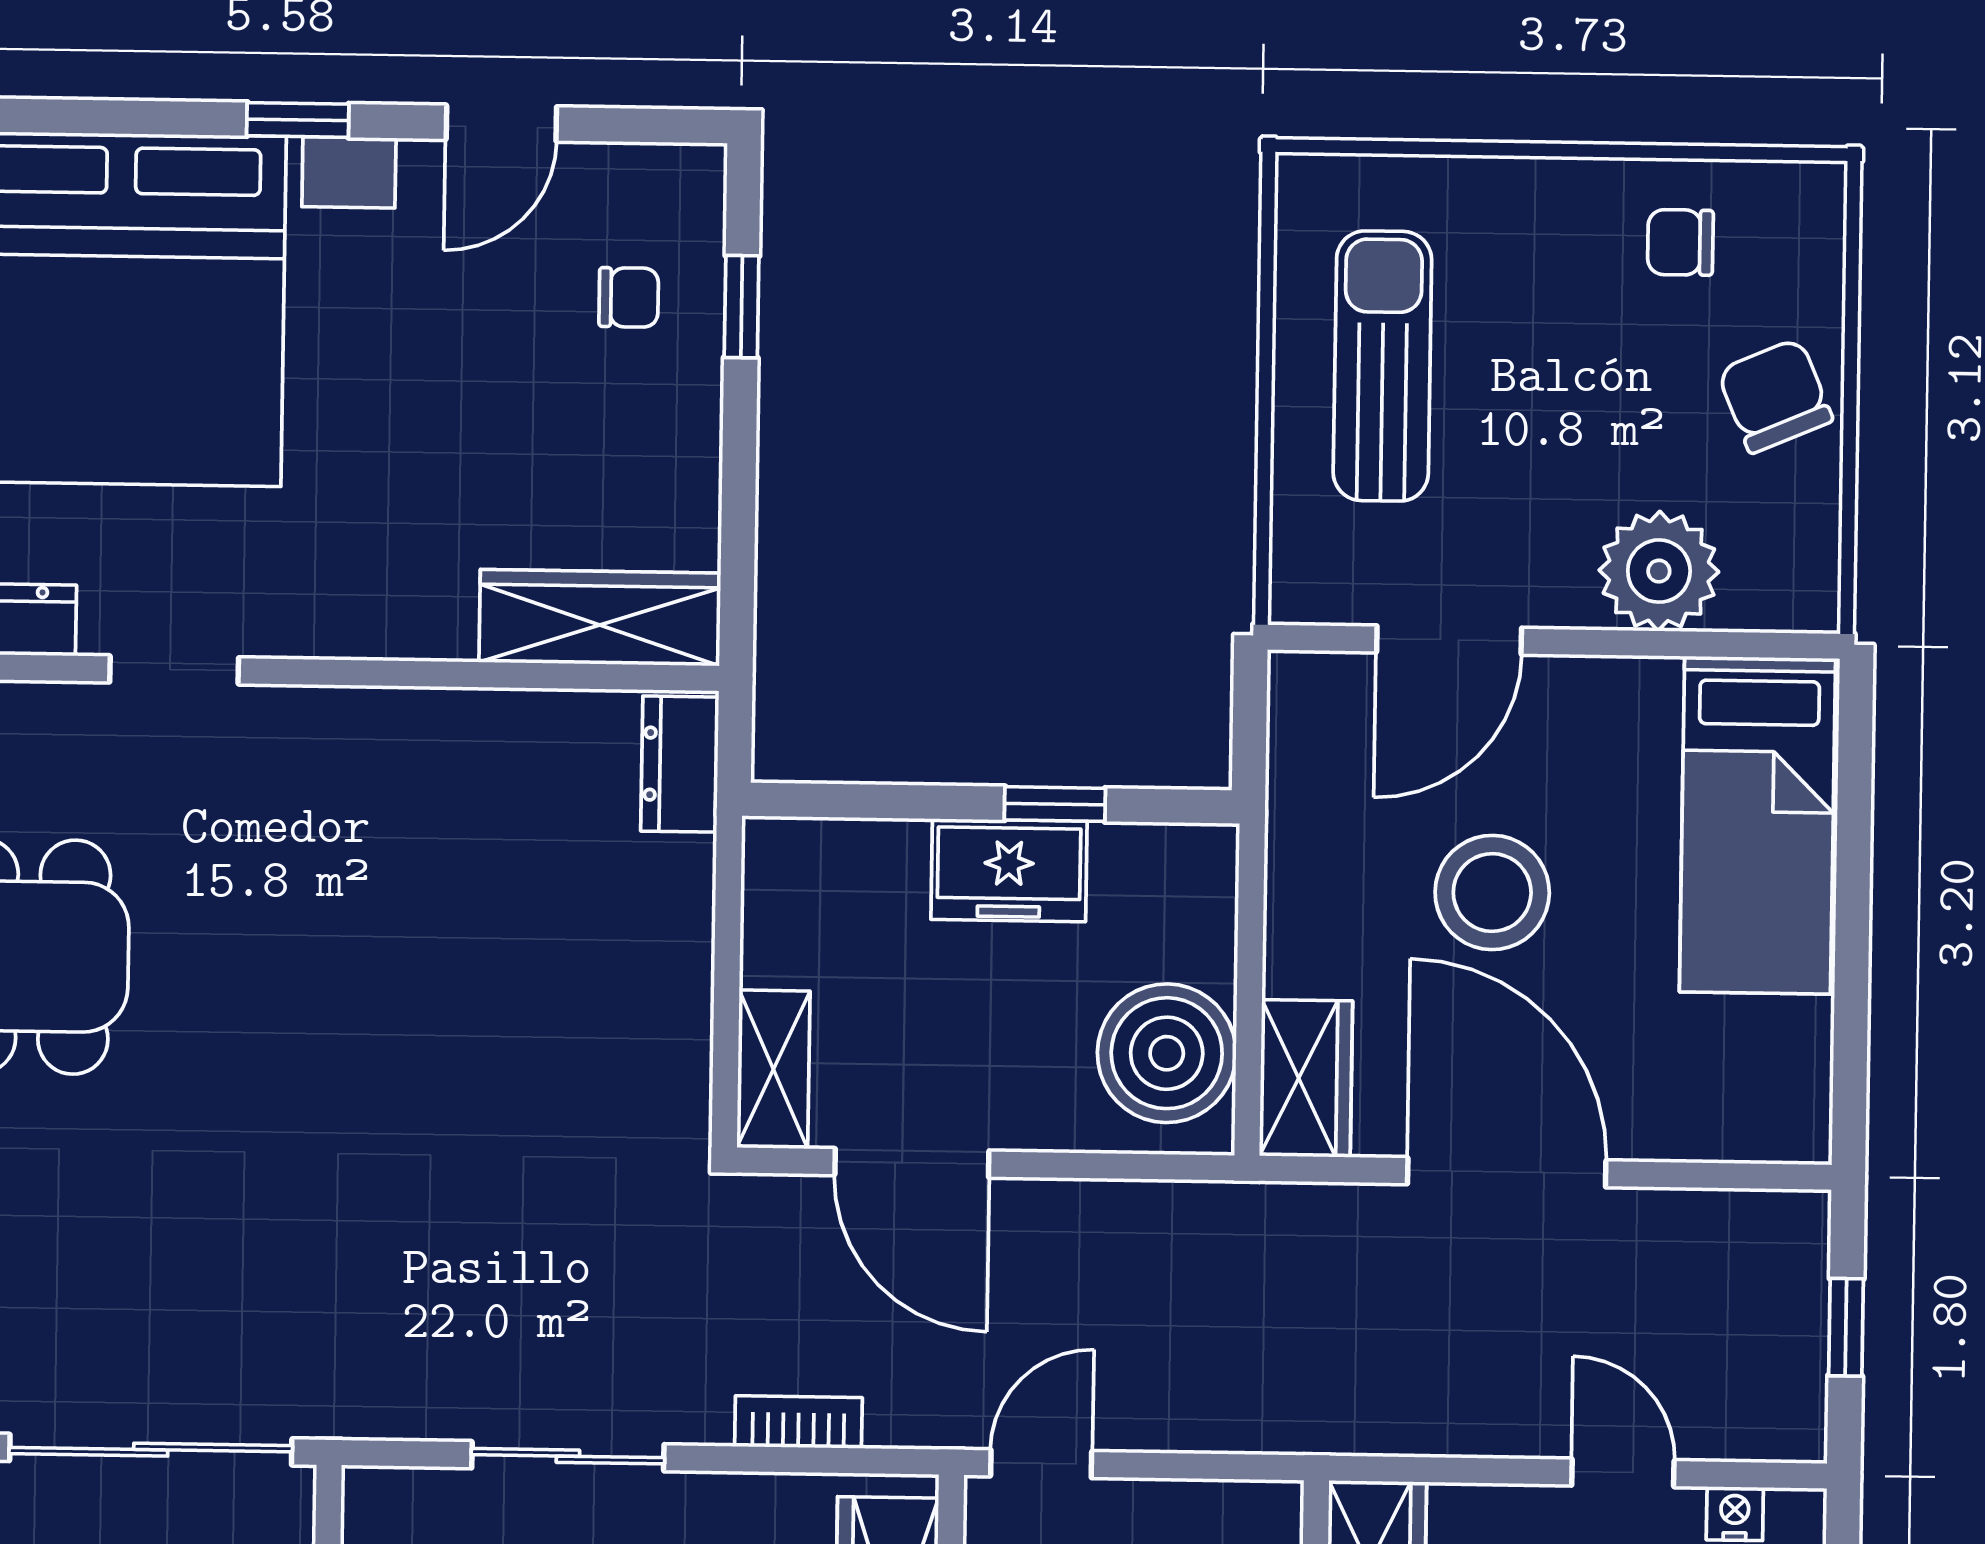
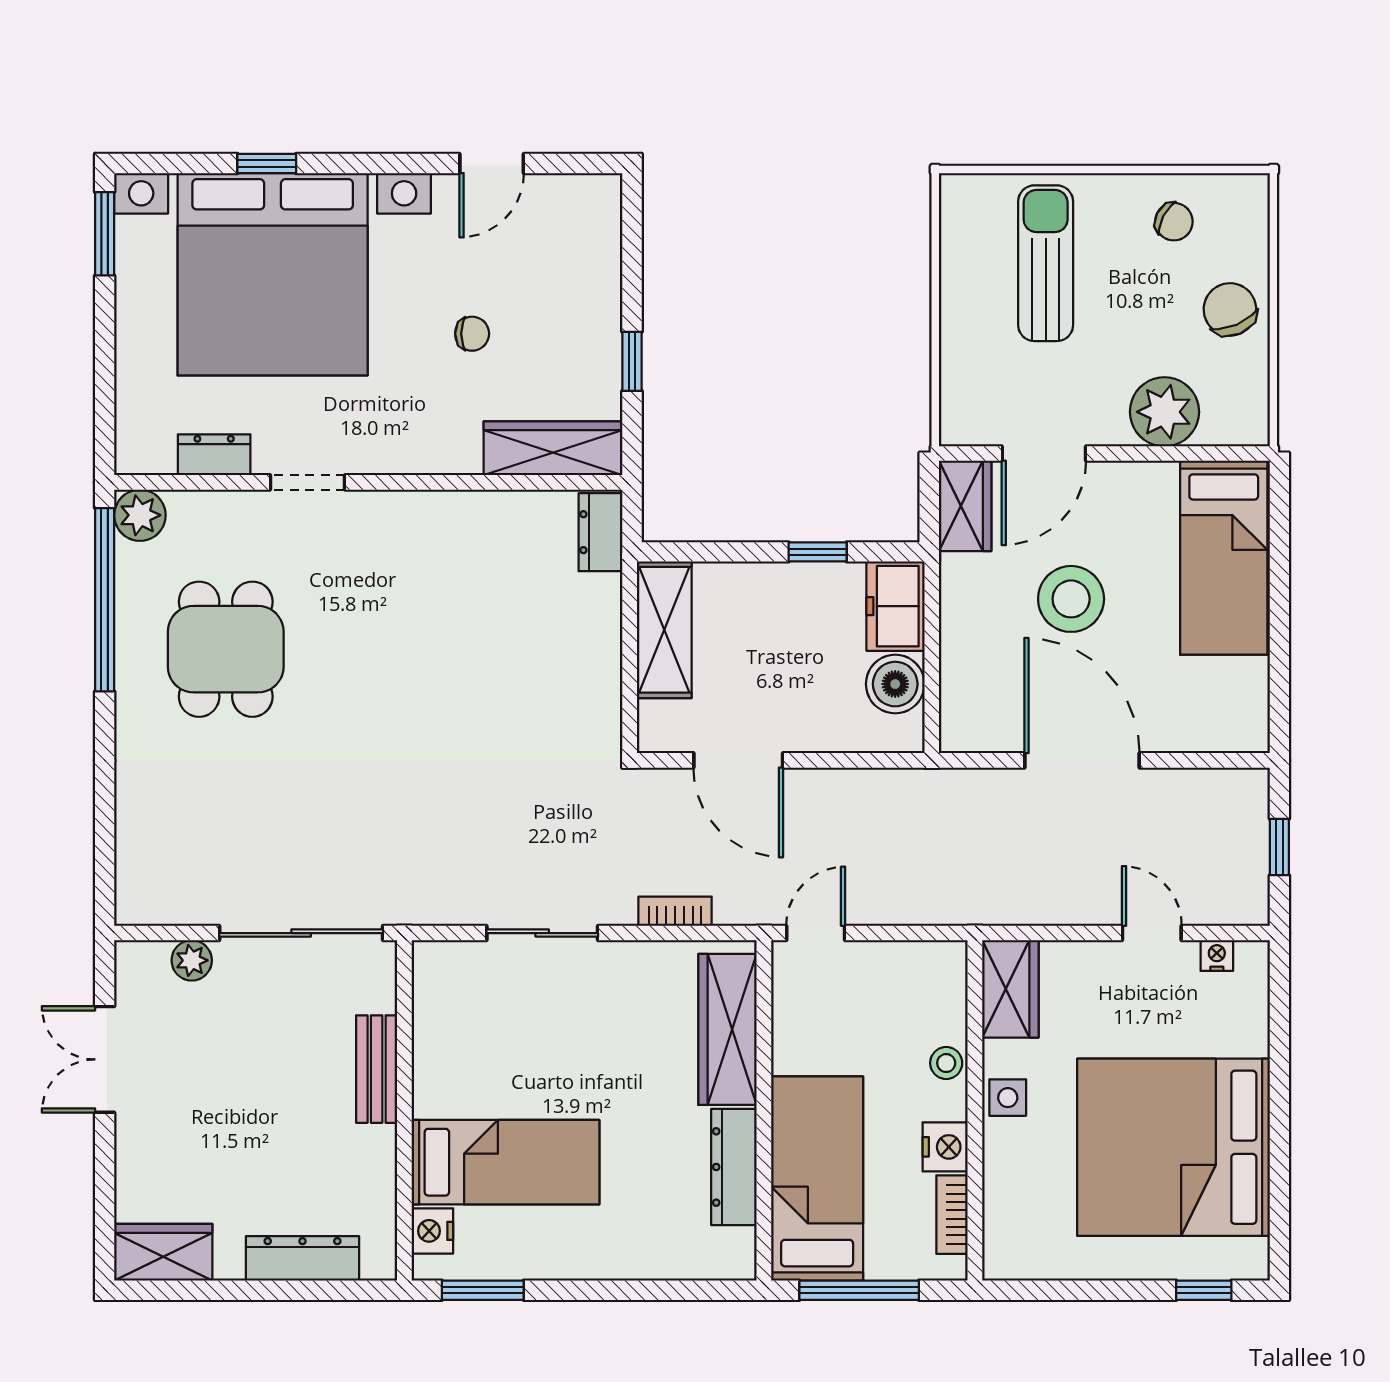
window: (298, 120) -> (267, 163), moved
chair: (1680, 242) -> (1174, 222), turned -153
chair: (629, 297) -> (472, 334), moved
window: (742, 307) -> (632, 361), moved
sun lounger: (1382, 366) -> (1046, 263), moved
freezer: (1009, 870) -> (895, 606), moved, turned 90
boiler: (1167, 1053) -> (895, 684), width x0.73, depth x0.73
shelving: (773, 1069) -> (664, 630), moved, width x1.50, depth x1.33
wardrobe: (1306, 1078) -> (965, 506), moved

